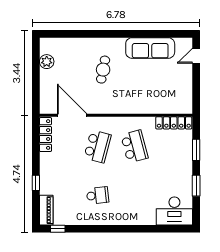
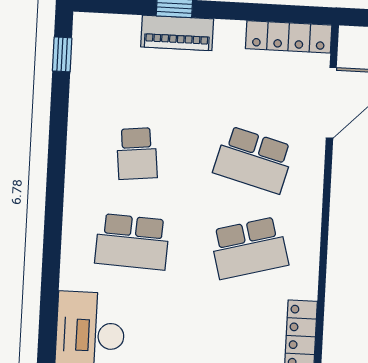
school desk: (134, 195) -> (132, 242), added
piano: (46, 210) -> (177, 33), moved

